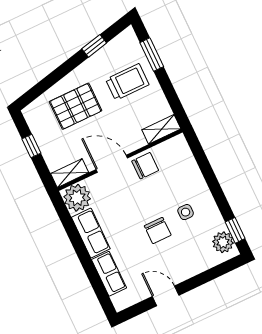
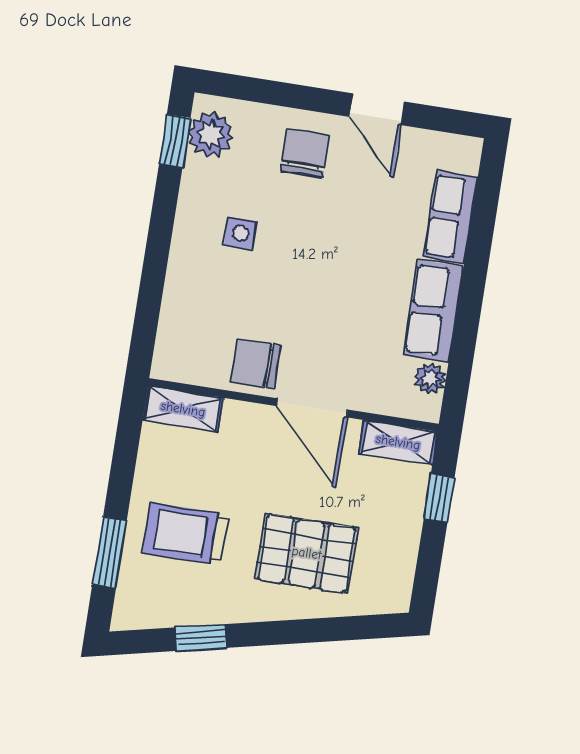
window: (31, 146) -> (439, 498), moved
plant: (77, 198) -> (430, 379), width x0.53, depth x0.53
chair: (158, 230) -> (305, 153), moved

